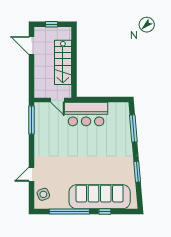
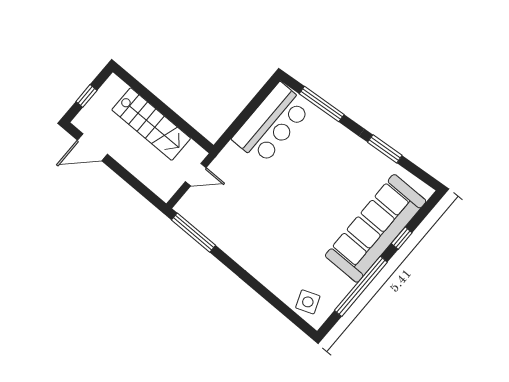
bar counter: (86, 114) -> (272, 124), moved
door: (32, 174) -> (267, 295), removed

